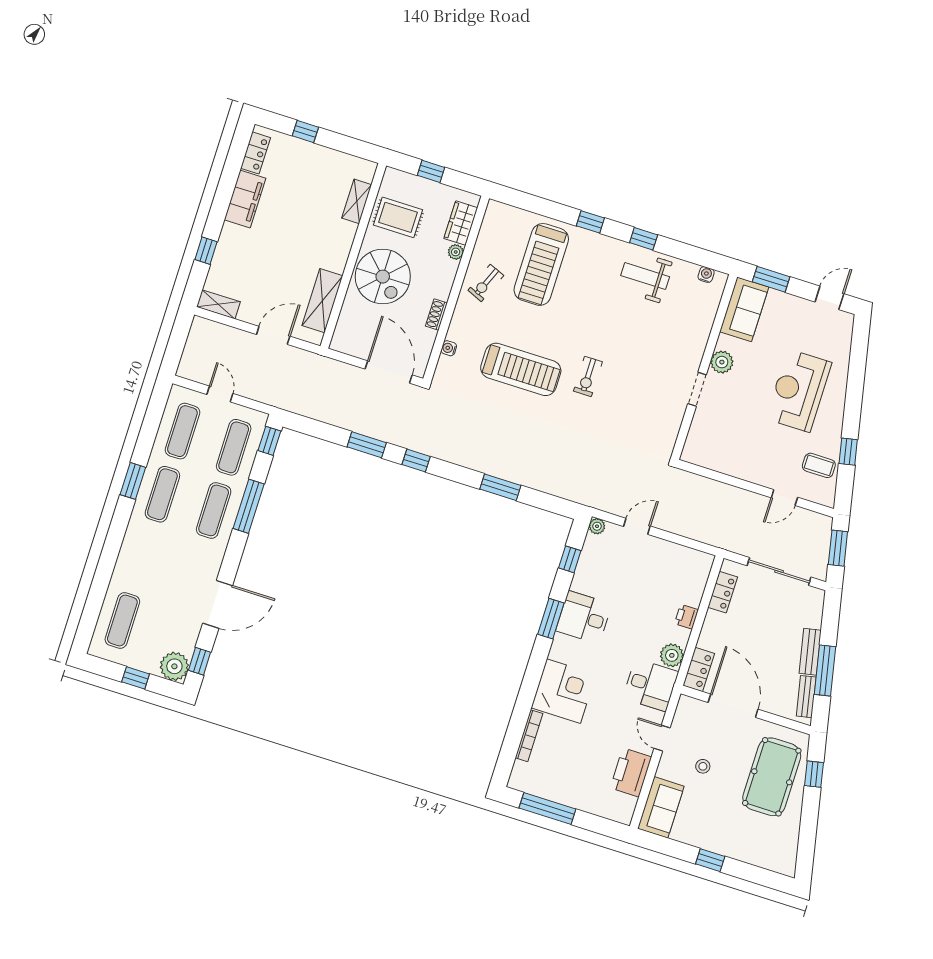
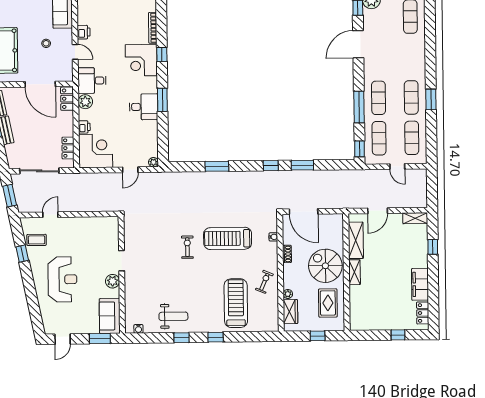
shelving: (357, 201) -> (354, 272), moved
rug: (398, 217) -> (328, 303), turned 90
window: (570, 559) -> (162, 54), moved
corner desk: (681, 573) -> (96, 151), added
printer: (631, 772) -> (84, 32), width x0.53, depth x0.68

